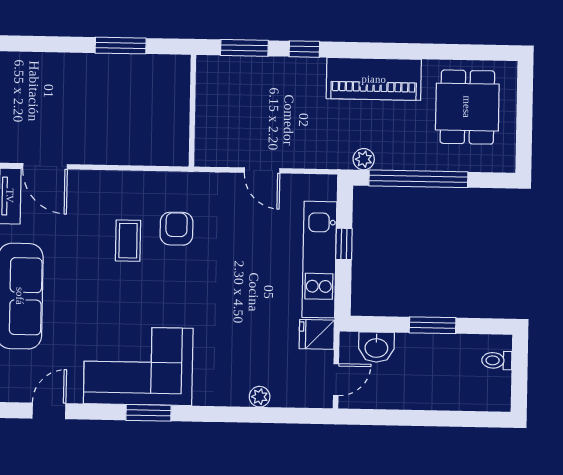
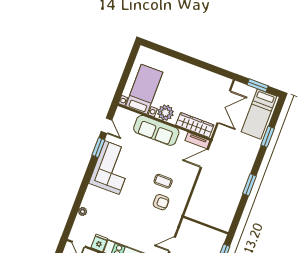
window: (121, 46) -> (250, 185), moved
window: (148, 413) -> (98, 147), moved

